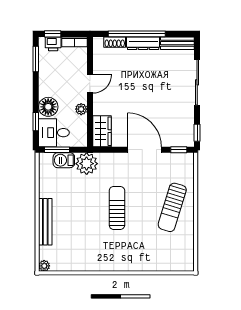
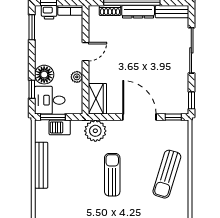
plant: (87, 164) -> (95, 131), moved
bench: (45, 222) -> (41, 165), moved

